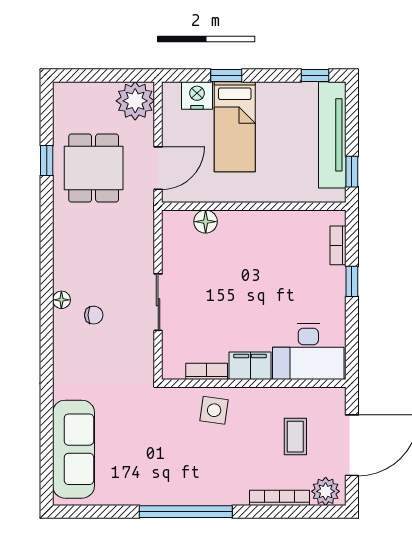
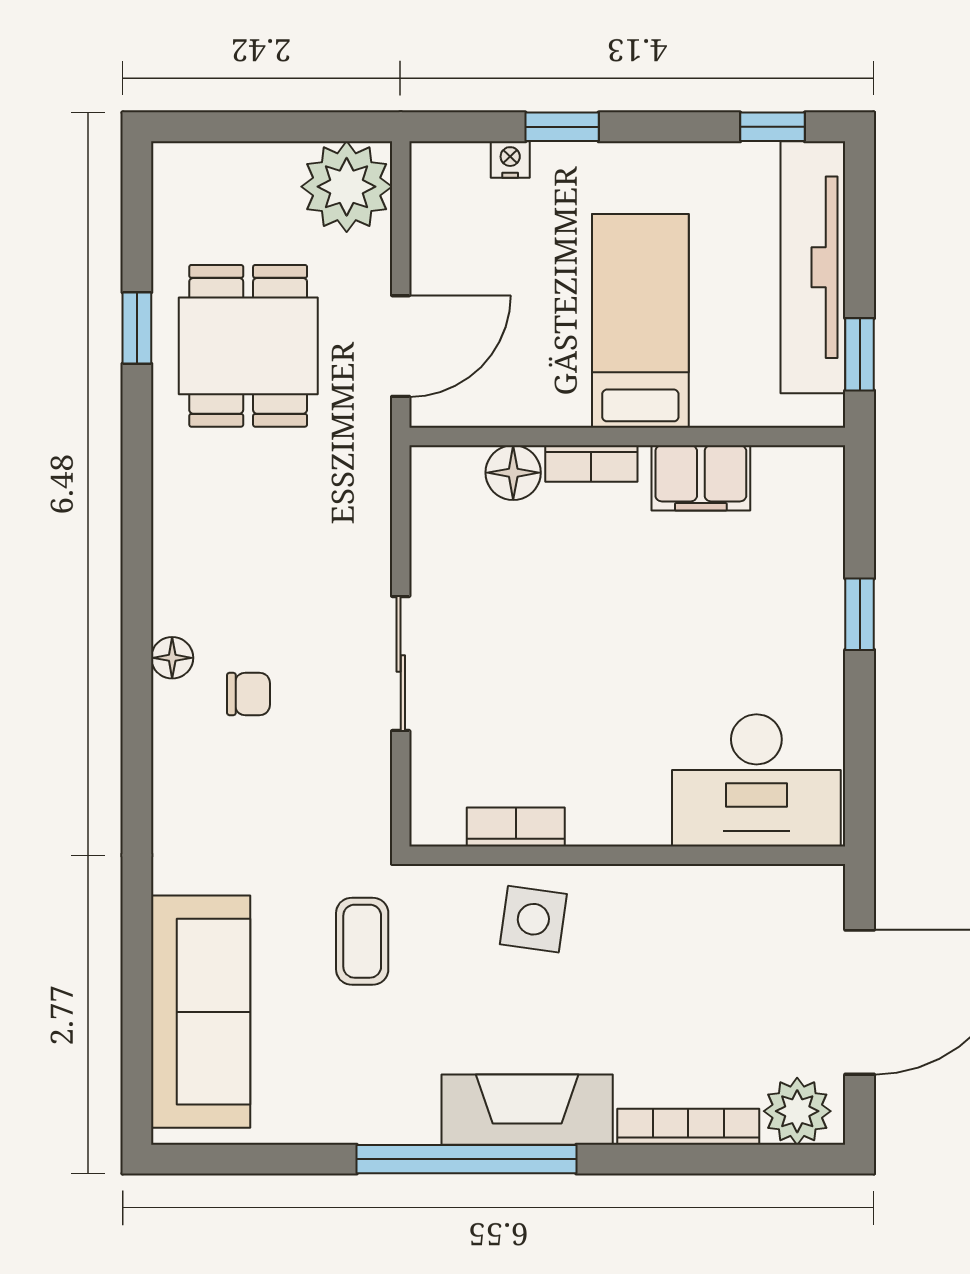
nightstand: (197, 95) -> (510, 159), width x0.53, depth x0.56
bed: (235, 127) -> (640, 321), moved, turned 180
bookcase: (338, 245) -> (591, 464), moved, turned -90
filing cabinet: (250, 366) -> (701, 478), moved, turned 180
coffee table: (295, 437) -> (362, 941), moved
fireplace: (211, 491) -> (527, 1110), added

